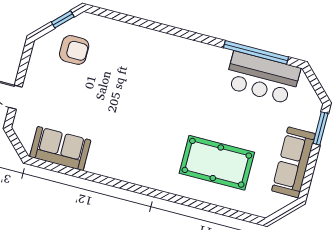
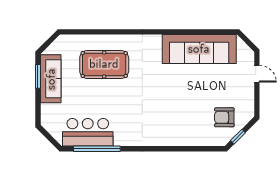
window: (321, 128) -> (38, 76), moved
sofa: (60, 149) -> (199, 49), width x1.85, depth x1.27

